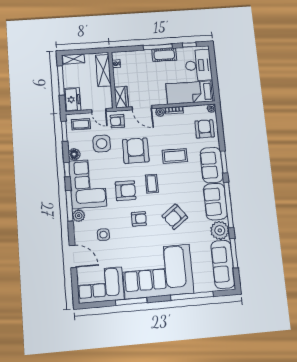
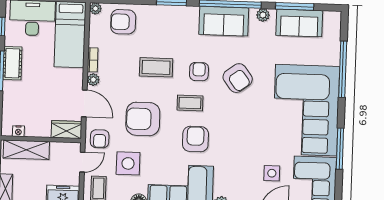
door: (142, 108) -> (84, 103), hinge flipped
coffee table: (175, 156) -> (156, 67), turned 90
sofa: (212, 165) -> (174, 19), removed
armchair: (139, 219) -> (199, 72), moved
plant: (220, 230) -> (263, 15), width x0.53, depth x0.53
side table: (103, 235) -> (272, 173), moved
sofa: (223, 264) -> (299, 23), width x0.73

